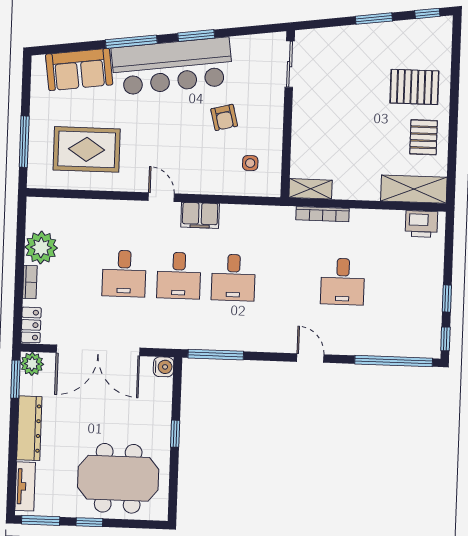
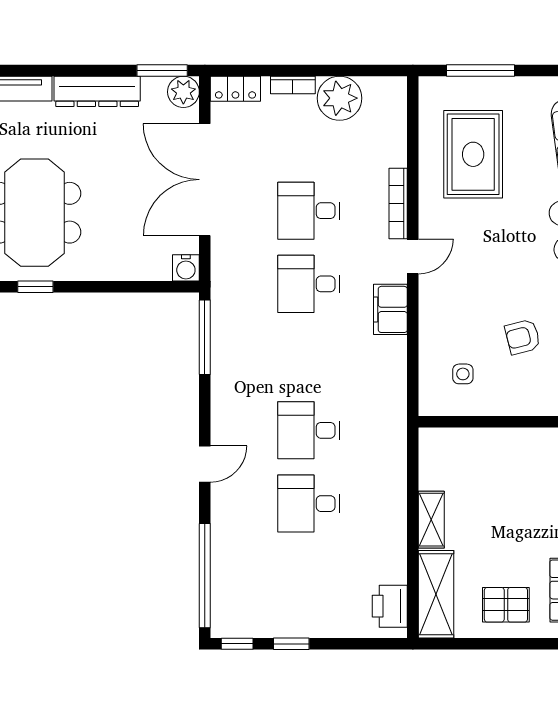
shelving: (310, 189) -> (431, 520), moved
bookcase: (323, 214) -> (398, 203), moved
desk: (233, 278) -> (309, 430), moved
window: (175, 434) -> (35, 287), moved

